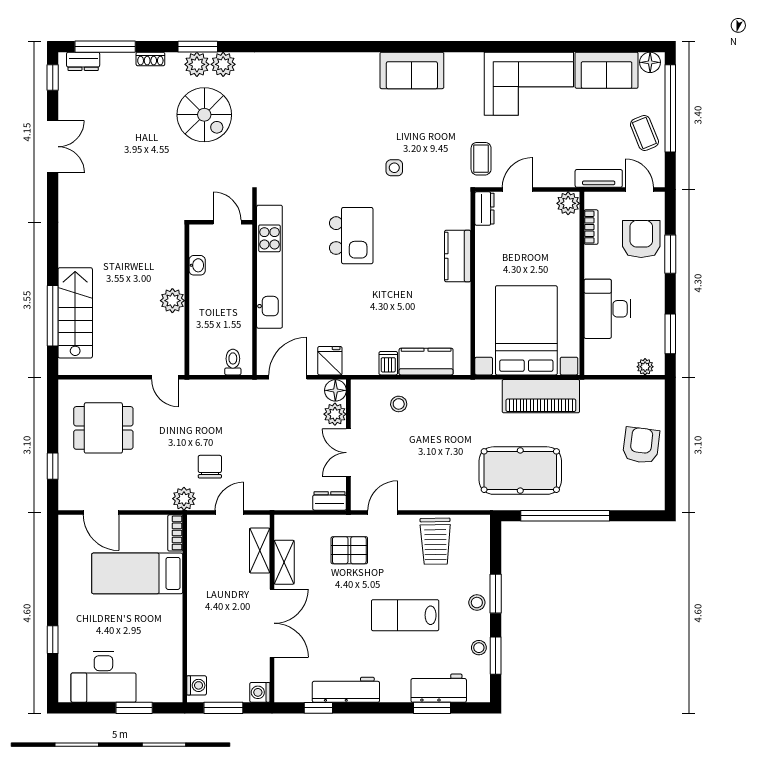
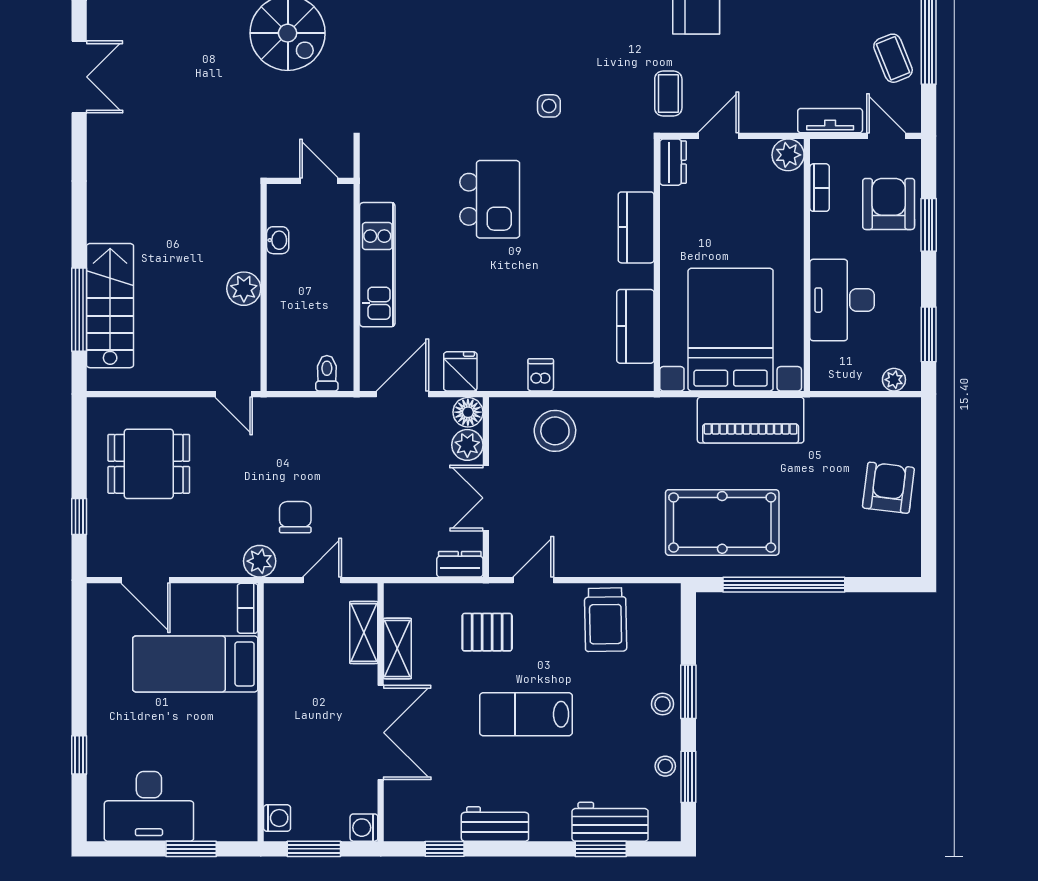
kitchen unit: (269, 267) -> (377, 265), width x0.73
kitchen counter: (426, 362) -> (635, 326), moved, turned -90
stool: (399, 404) -> (555, 431), width x1.89, depth x1.89
lab bench: (405, 615) -> (526, 714), moved
workbench: (346, 690) -> (495, 824), width x0.73

